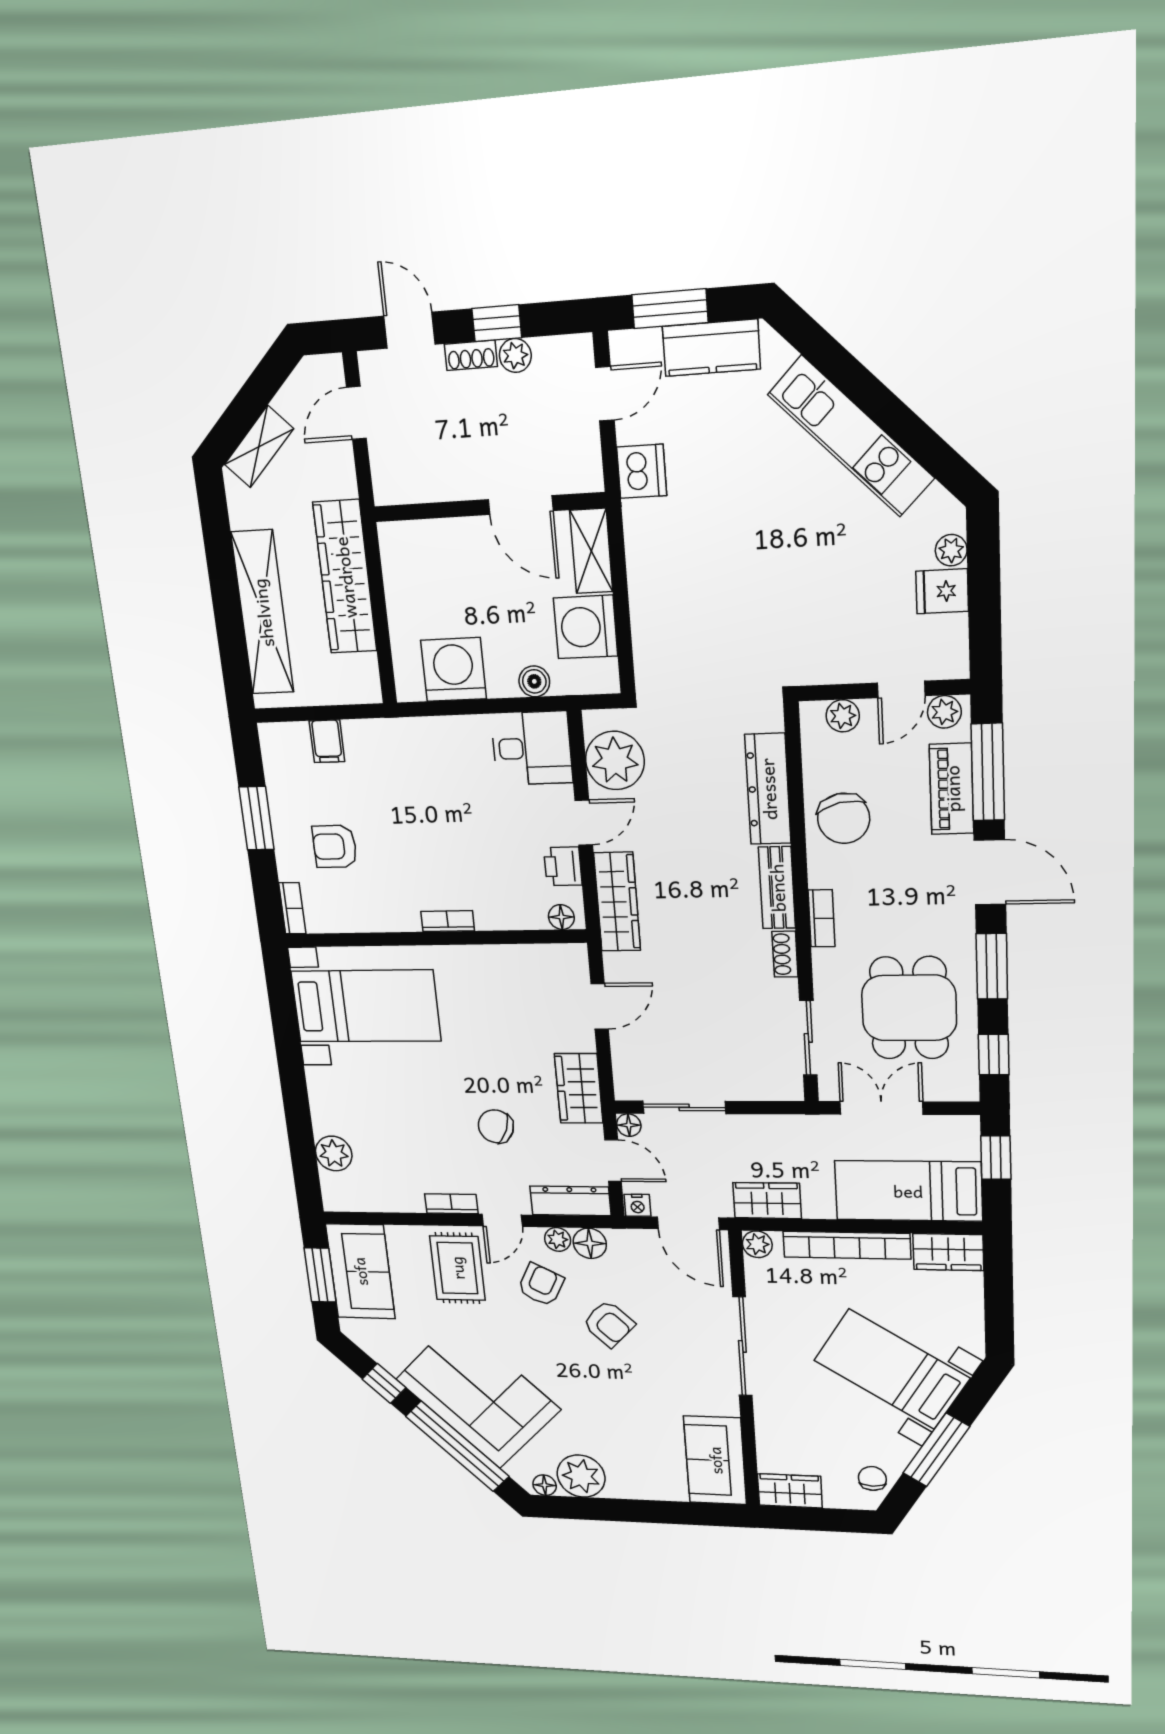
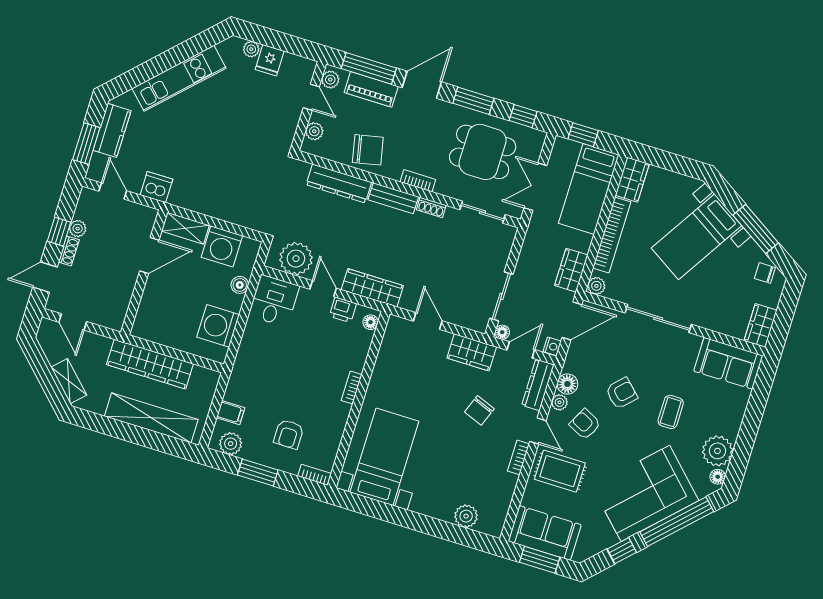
plant: (280, 759) -> (231, 444), added
coffee table: (610, 1399) -> (671, 412), added

